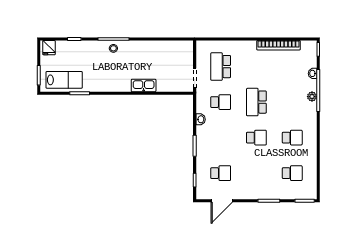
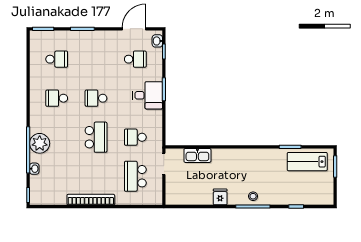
bookcase: (279, 45) -> (91, 200), moved
fridge: (49, 48) -> (220, 197), moved
school desk: (221, 67) -> (135, 176), turned 180
kitchen sink: (144, 85) -> (197, 155), moved
plant: (312, 97) -> (40, 143), width x1.87, depth x1.87
washbasin: (201, 119) -> (157, 41), moved
desk: (210, 140) -> (148, 95), added
school desk: (221, 173) -> (135, 59), turned 180
school desk: (292, 173) -> (57, 59), turned 180

